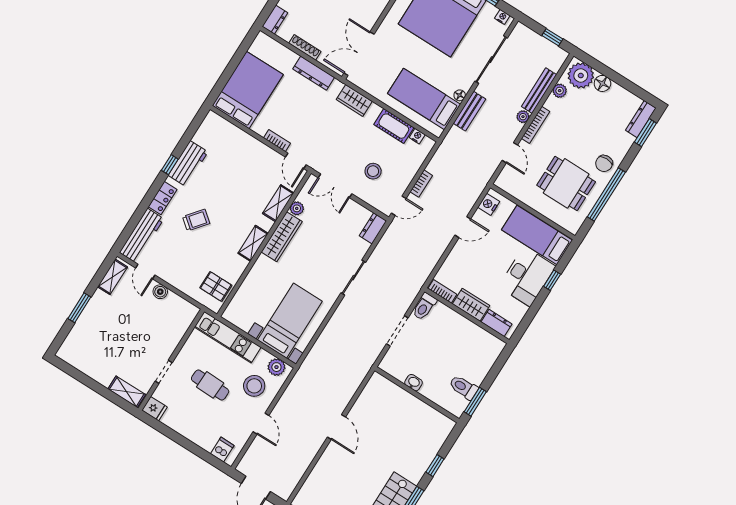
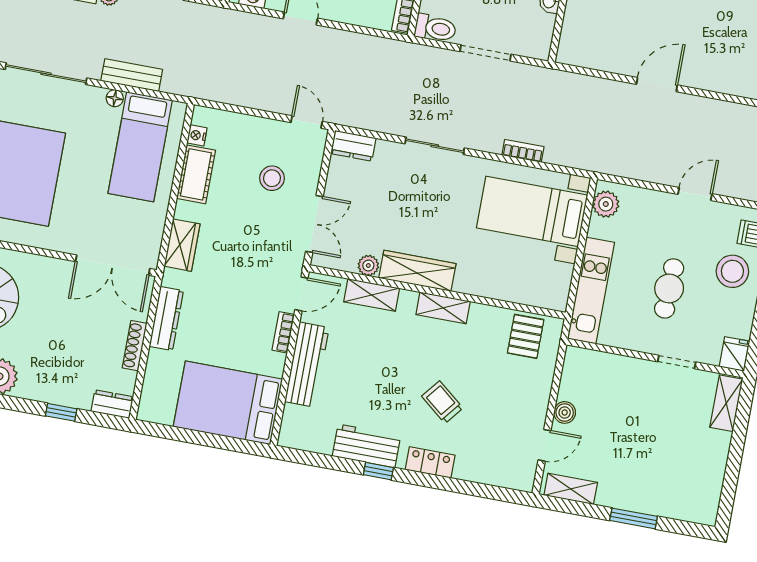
bookcase: (421, 184) -> (523, 151), moved
workbench: (142, 236) -> (307, 365), moved, turned 90
stool: (254, 386) -> (732, 271), moved

